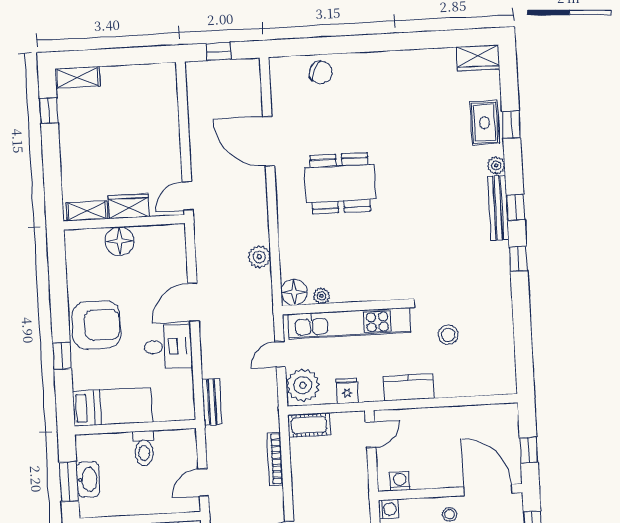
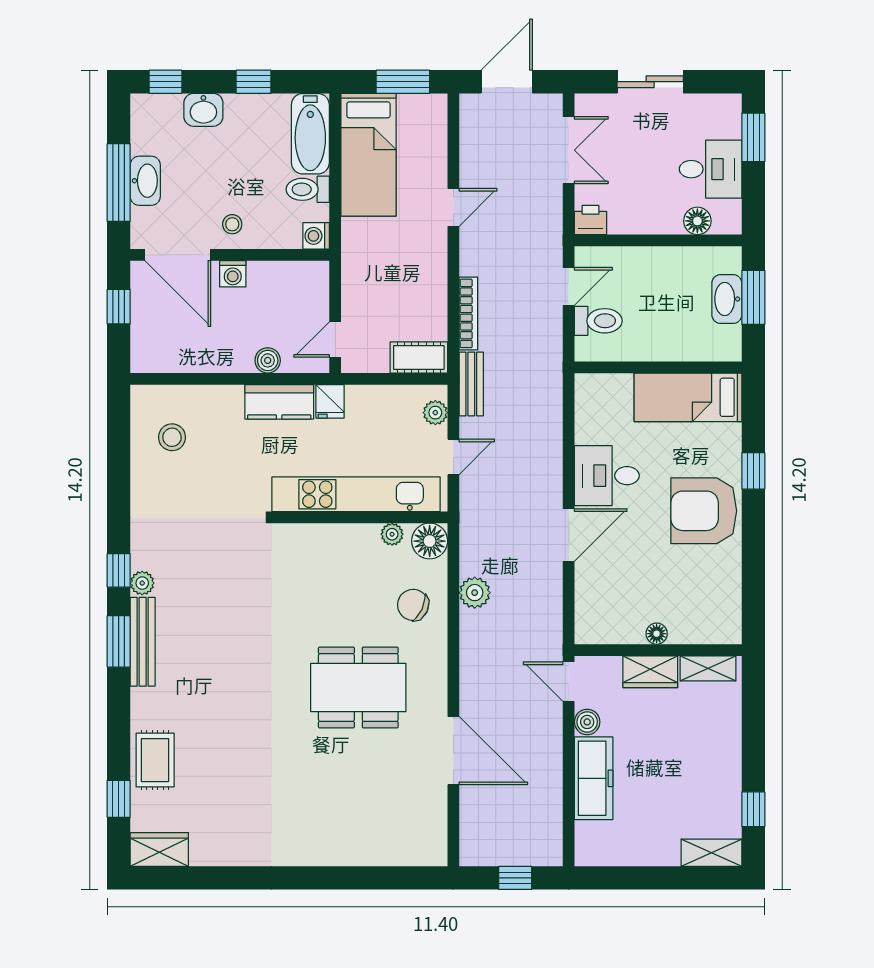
chair: (321, 72) -> (413, 605), moved
window: (511, 125) -> (119, 799), moved
freezer: (166, 127) -> (594, 778), added
plant: (496, 165) -> (142, 583), moved
boiler: (173, 167) -> (587, 722), added
door: (188, 196) -> (569, 682), swing flipped
window: (516, 207) -> (119, 641), width x1.50
floor lamp: (119, 241) -> (657, 634), width x0.53, depth x0.53
stool: (448, 335) -> (172, 437), moved
plant: (303, 385) -> (435, 413), width x0.53, depth x0.53
fridge: (347, 391) -> (330, 401), moved
bench: (212, 402) -> (471, 384), moved
boiler: (419, 417) -> (268, 360), added
toilet: (144, 448) -> (598, 321), moved, turned 90
washing machine: (400, 481) -> (233, 274), moved

